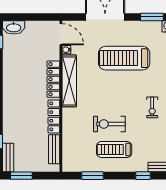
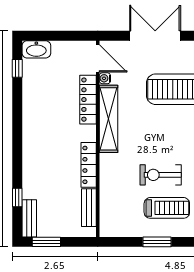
locker: (53, 79) -> (88, 100), moved
treadmill: (114, 150) -> (167, 208), turned 180
window: (92, 176) -> (157, 242), moved

